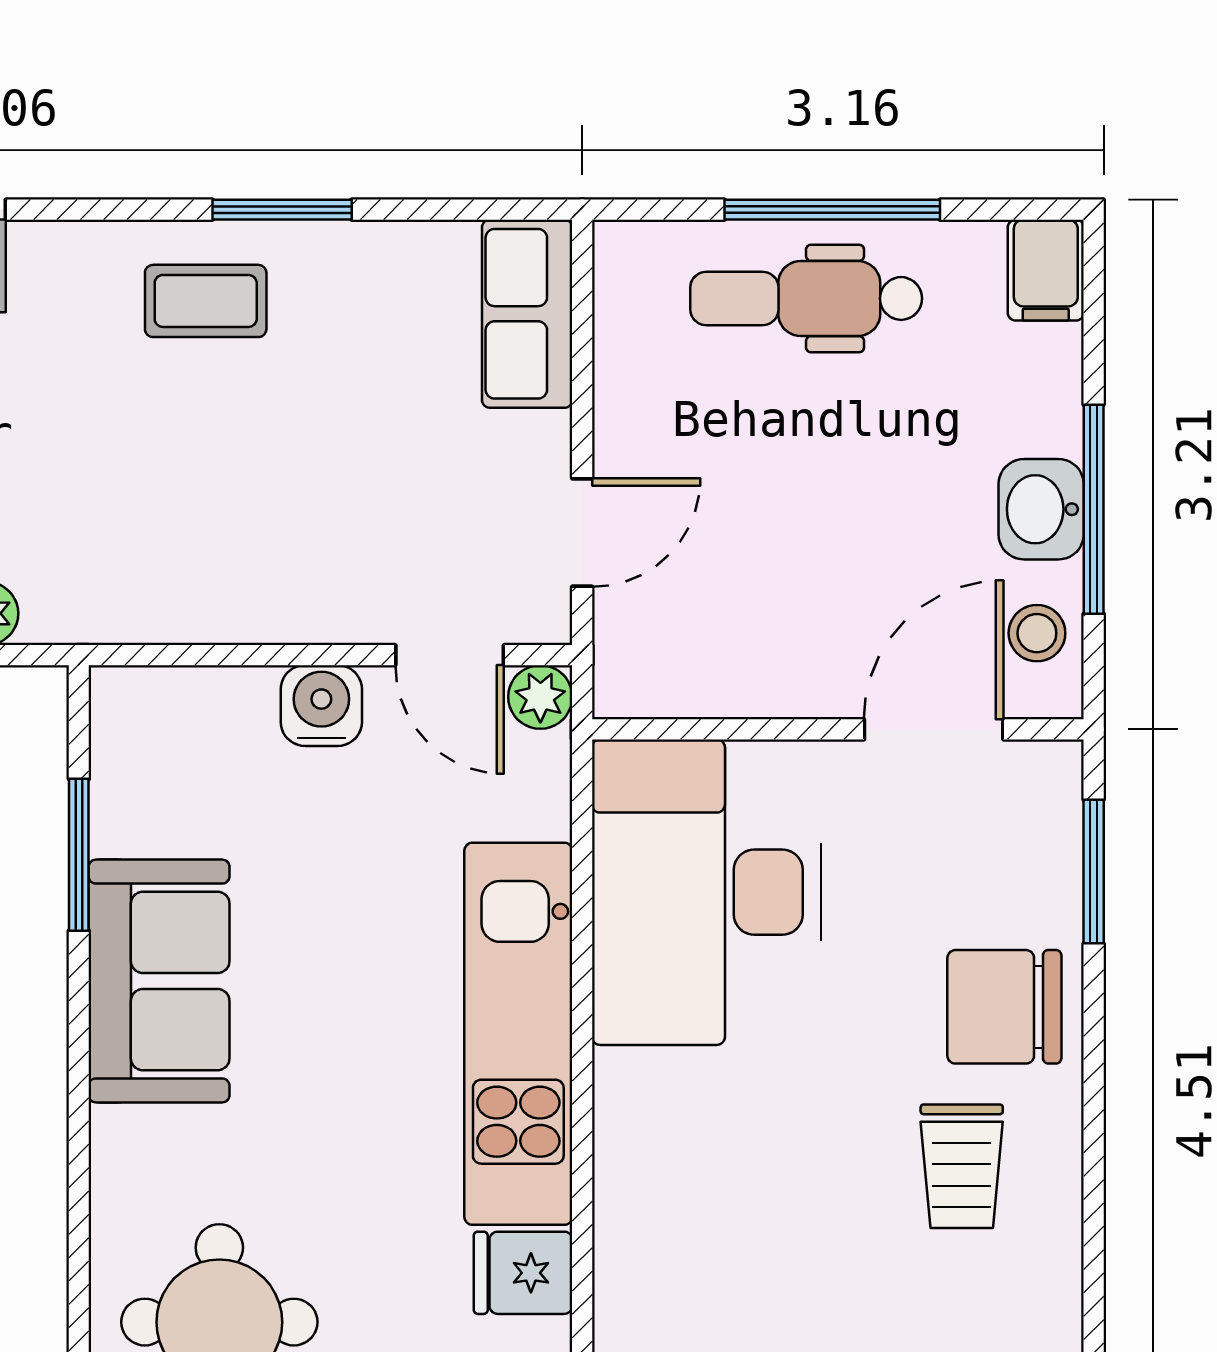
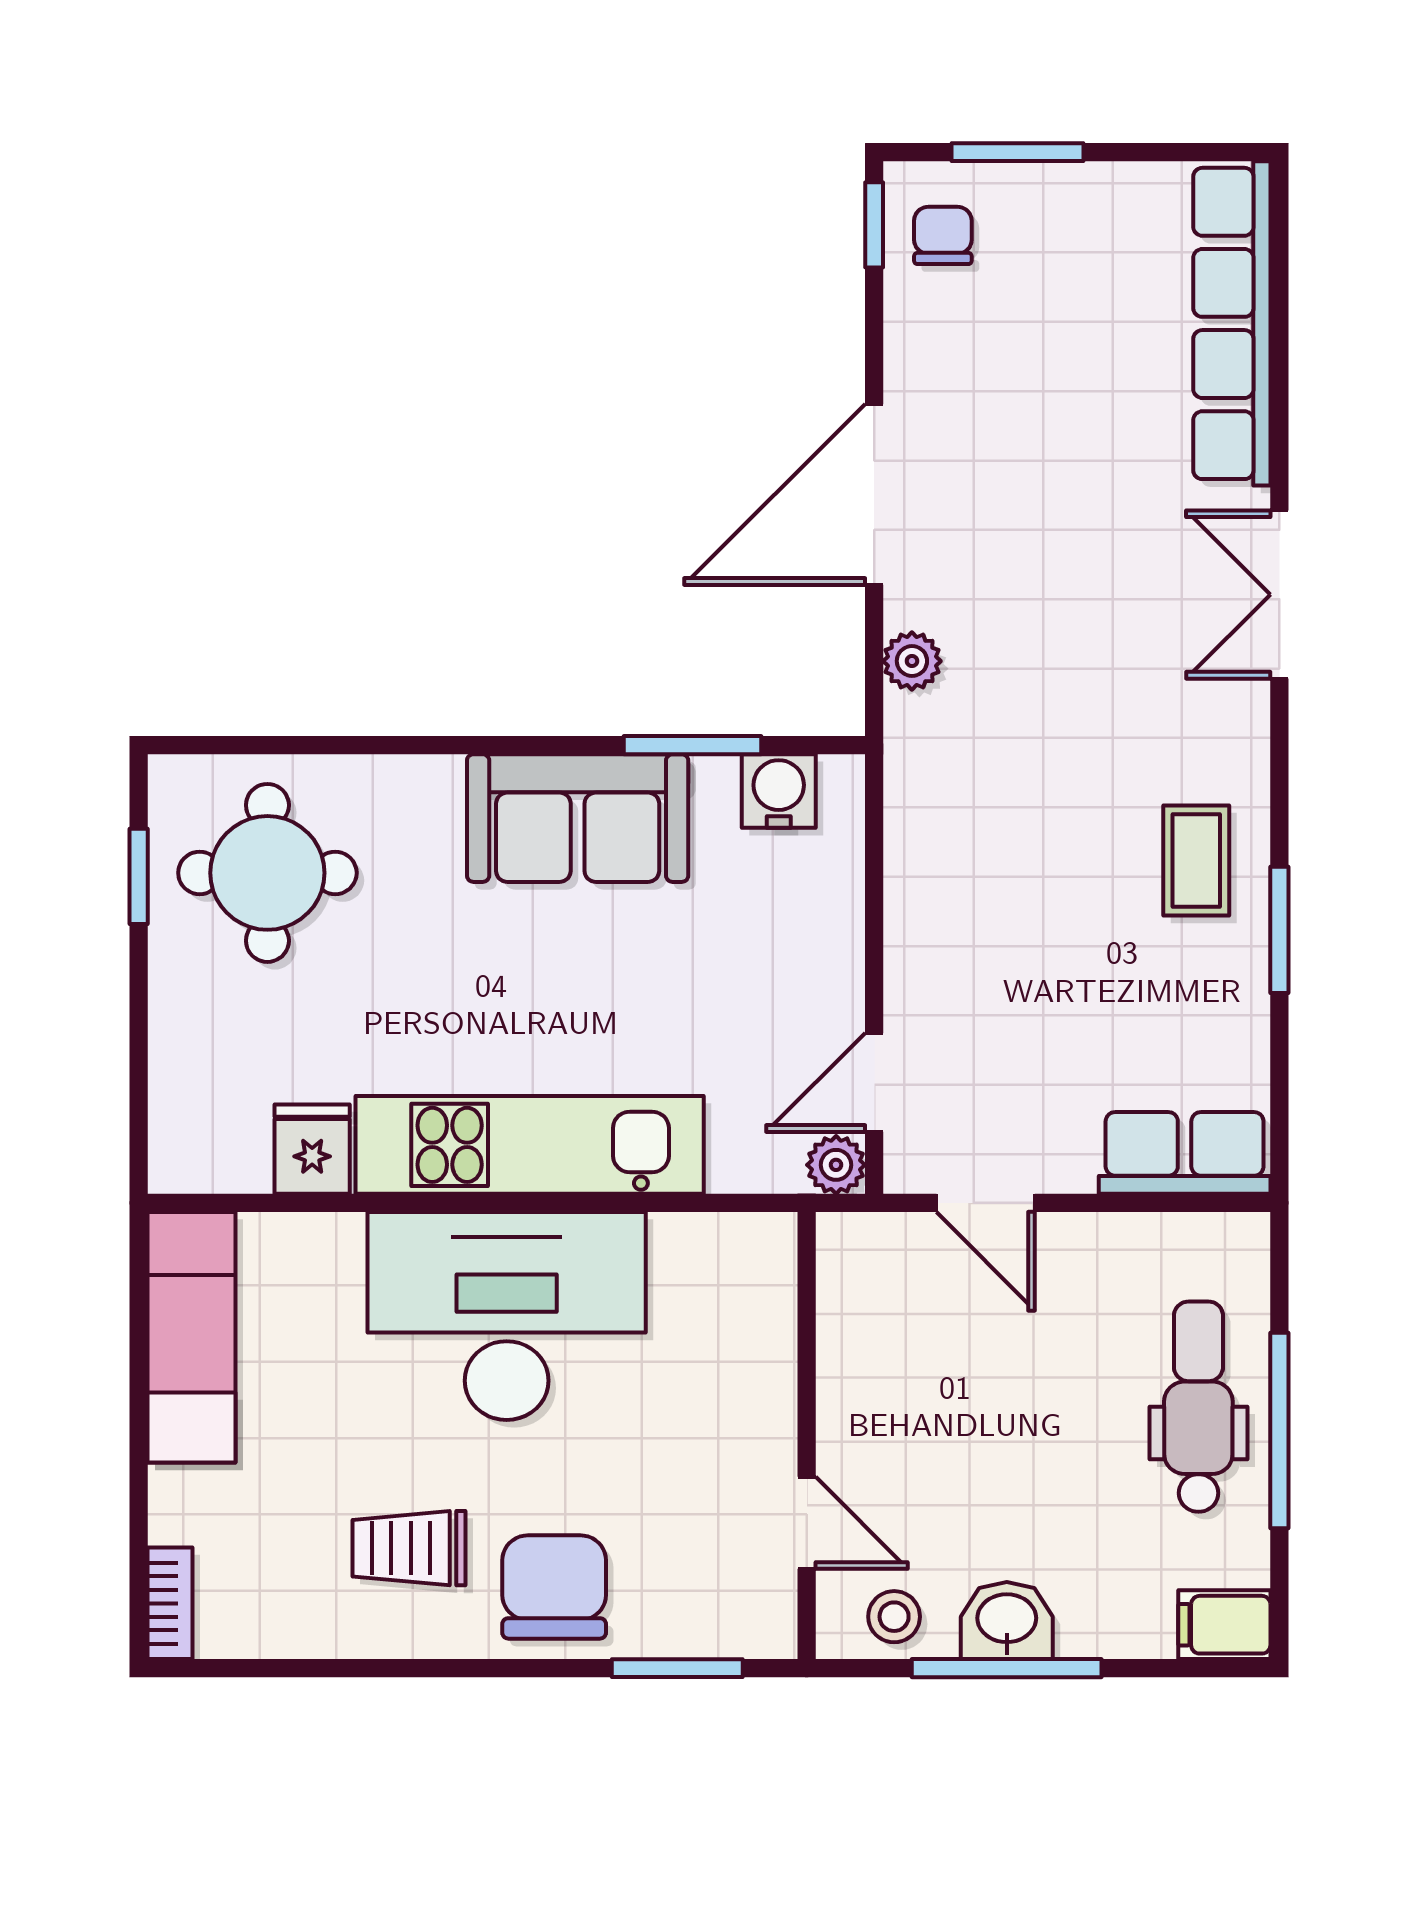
water cooler: (321, 706) -> (779, 791), moved, turned -90
door: (934, 729) -> (807, 1523), width x0.73
desk: (706, 892) -> (507, 1316), moved

